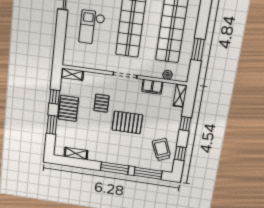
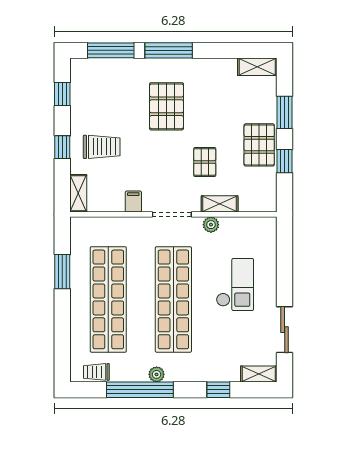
shelving: (72, 74) -> (220, 204), moved
plant: (167, 75) -> (211, 225), moved
filing cabinet: (152, 87) -> (133, 201), width x0.50
pallet: (127, 122) -> (167, 106), moved, turned 90
trolley: (162, 150) -> (102, 147), moved, turned -68
shelving: (76, 154) -> (257, 67), moved

